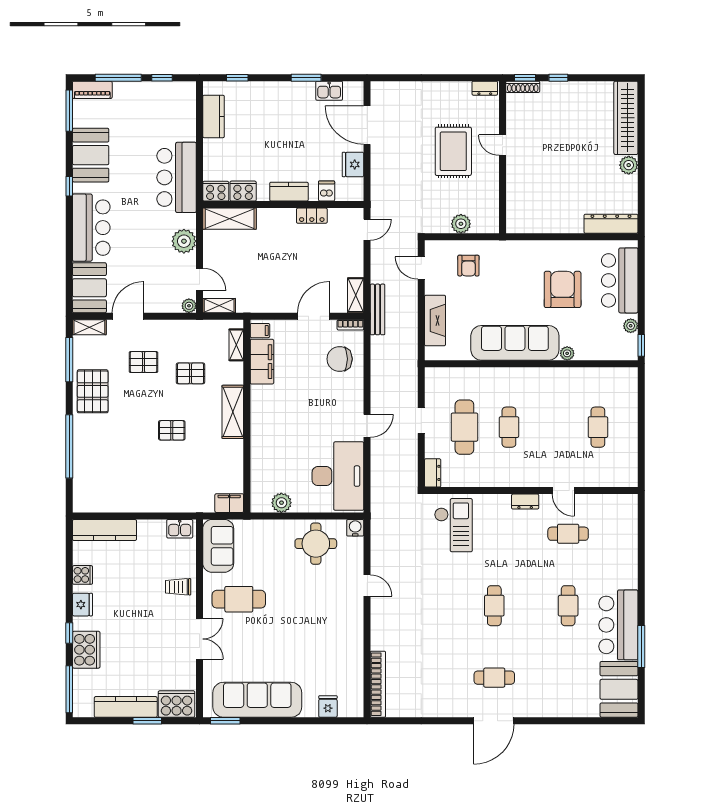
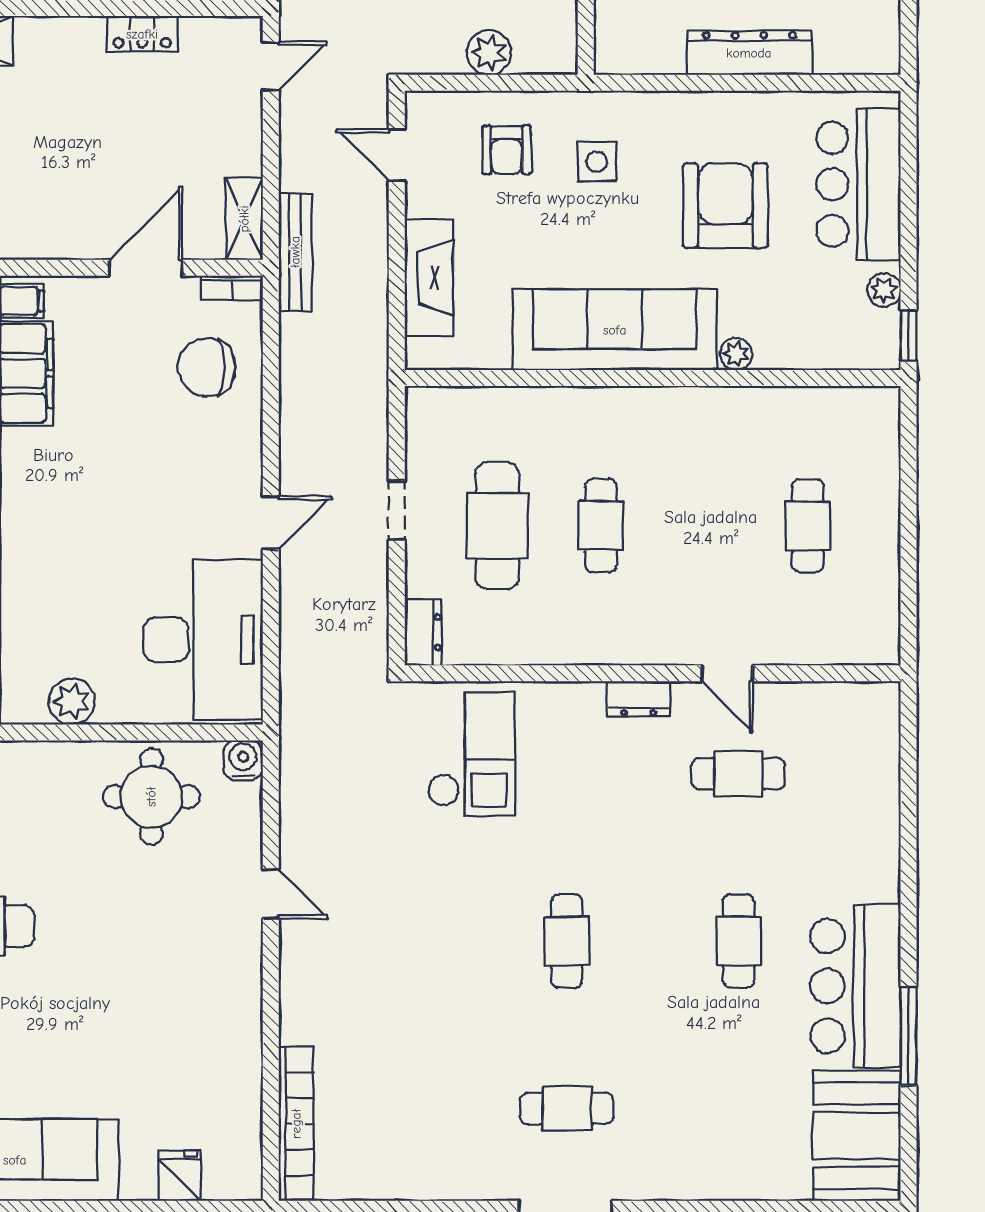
dresser: (611, 224) -> (749, 53), moved
side table: (507, 271) -> (597, 162), added

